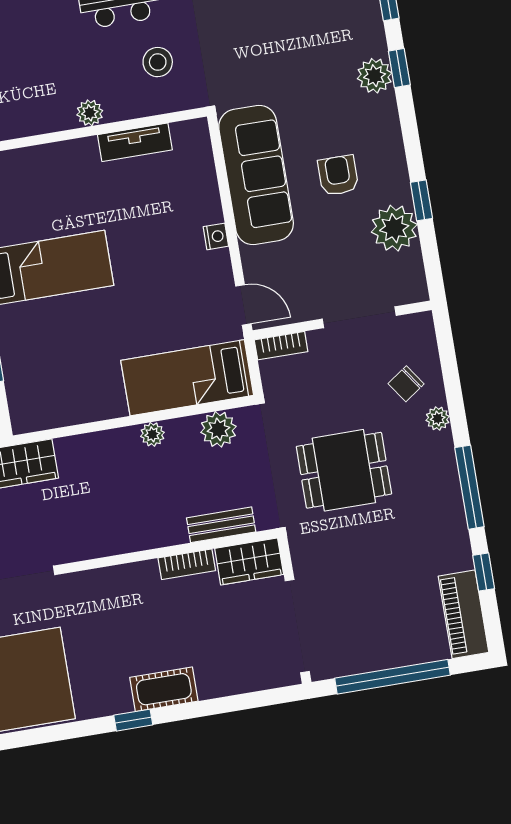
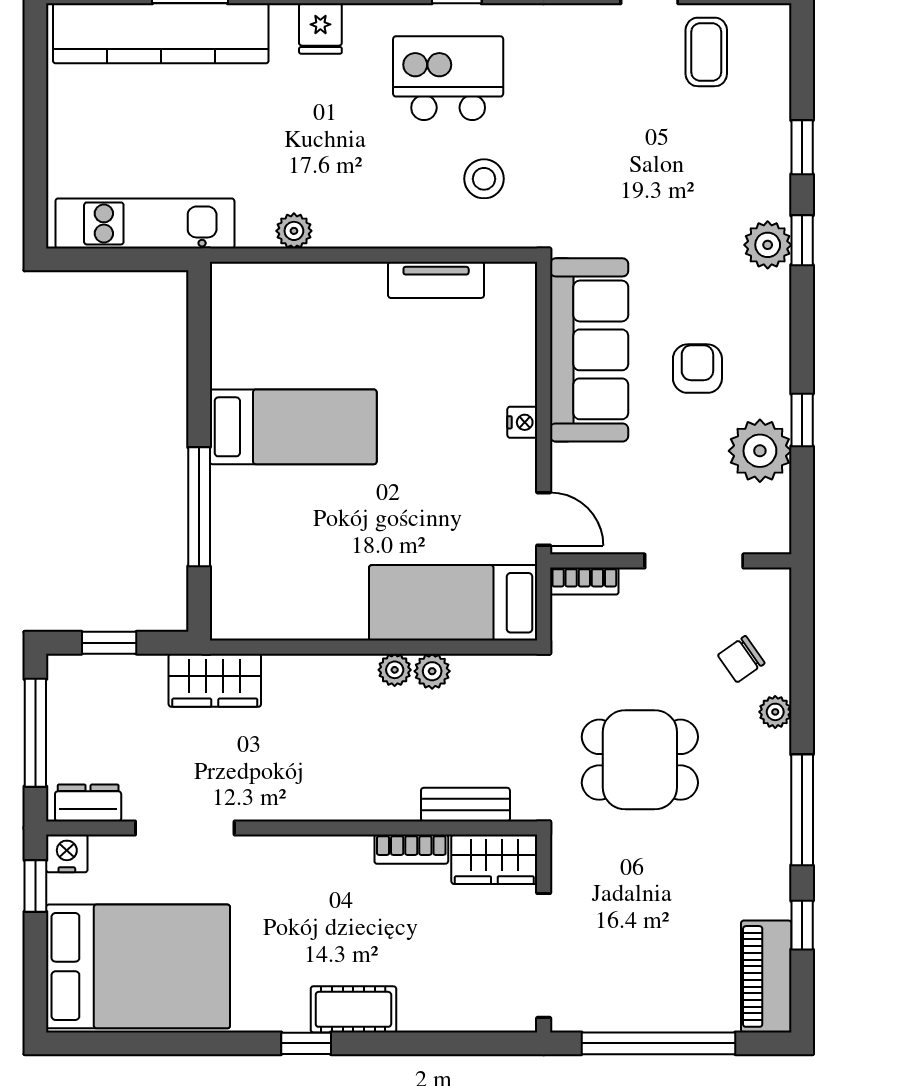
plant: (90, 113) -> (294, 231), moved
plant: (218, 429) -> (432, 671), moved, width x0.73, depth x0.73

